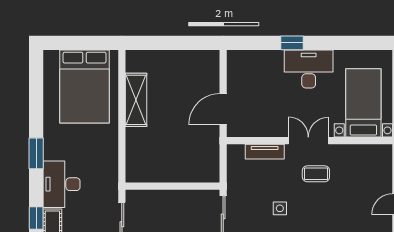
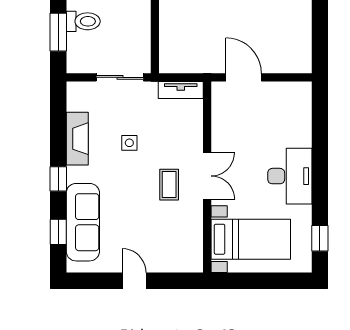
window: (292, 43) -> (320, 238), moved
tv unit: (265, 152) -> (181, 90), moved, turned -90

